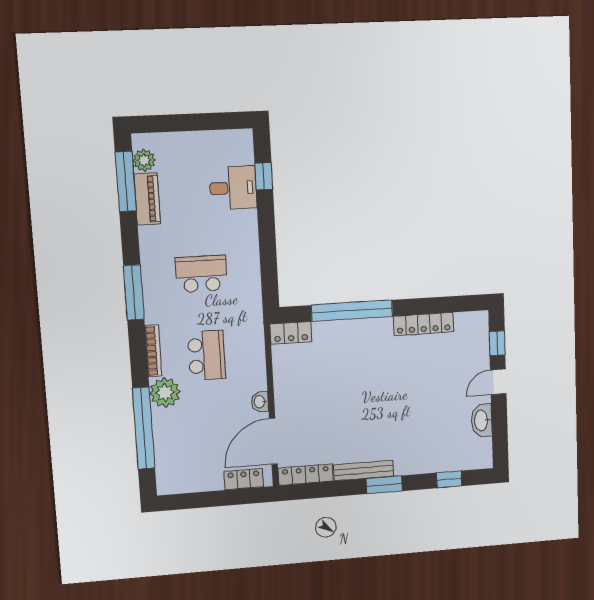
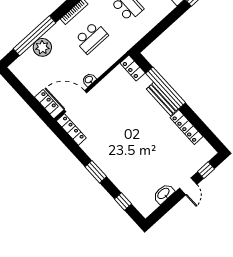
door: (498, 382) -> (188, 186), swing flipped
plant: (165, 393) -> (42, 47), moved
bench: (364, 470) -> (162, 99), moved

